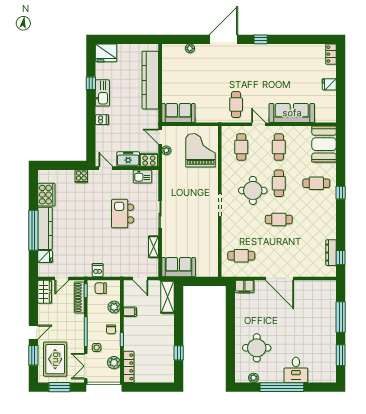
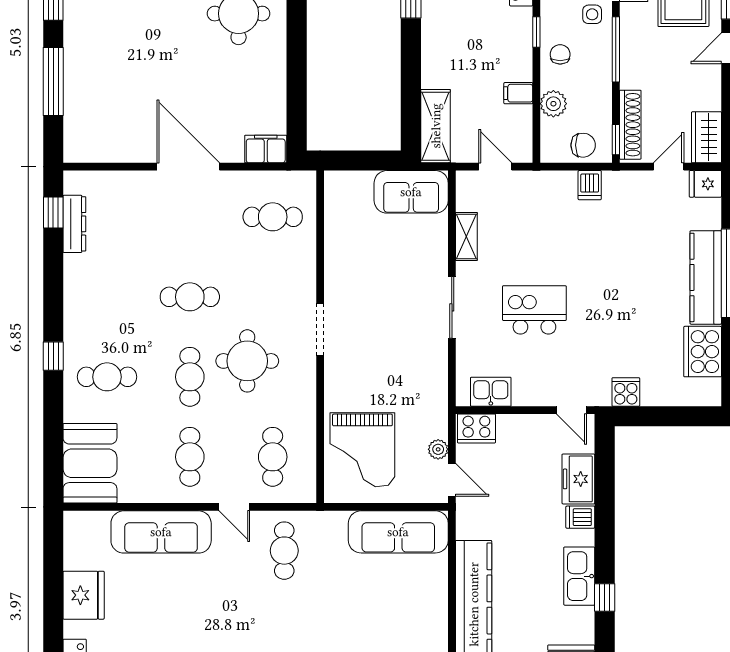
fridge: (329, 84) -> (84, 595), width x1.88, depth x1.34
sofa: (178, 113) -> (398, 532), width x1.36
freezer: (128, 159) -> (578, 479), moved, turned 90
kitchen island: (123, 214) -> (534, 310), turned -90
fridge: (45, 257) -> (705, 184), moved

